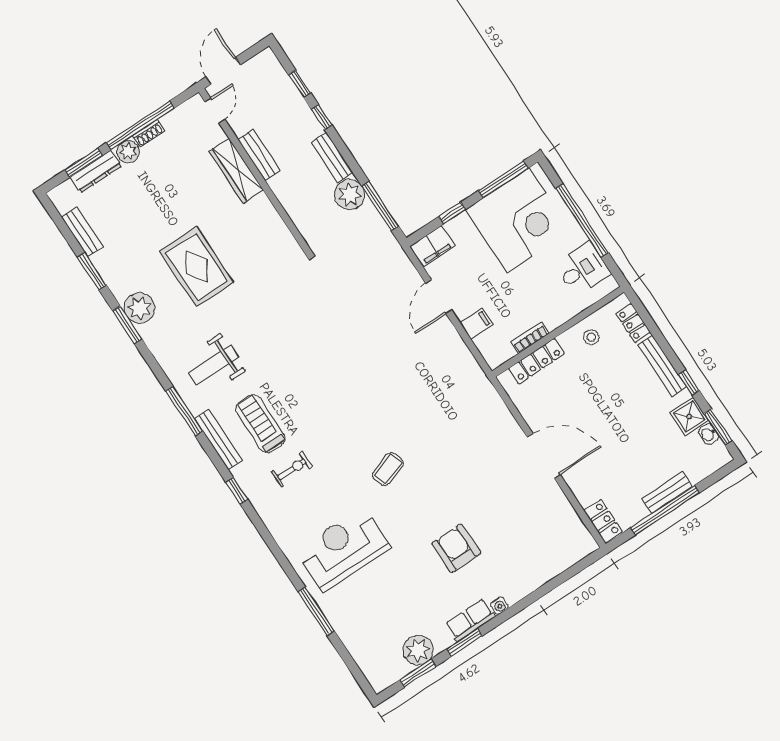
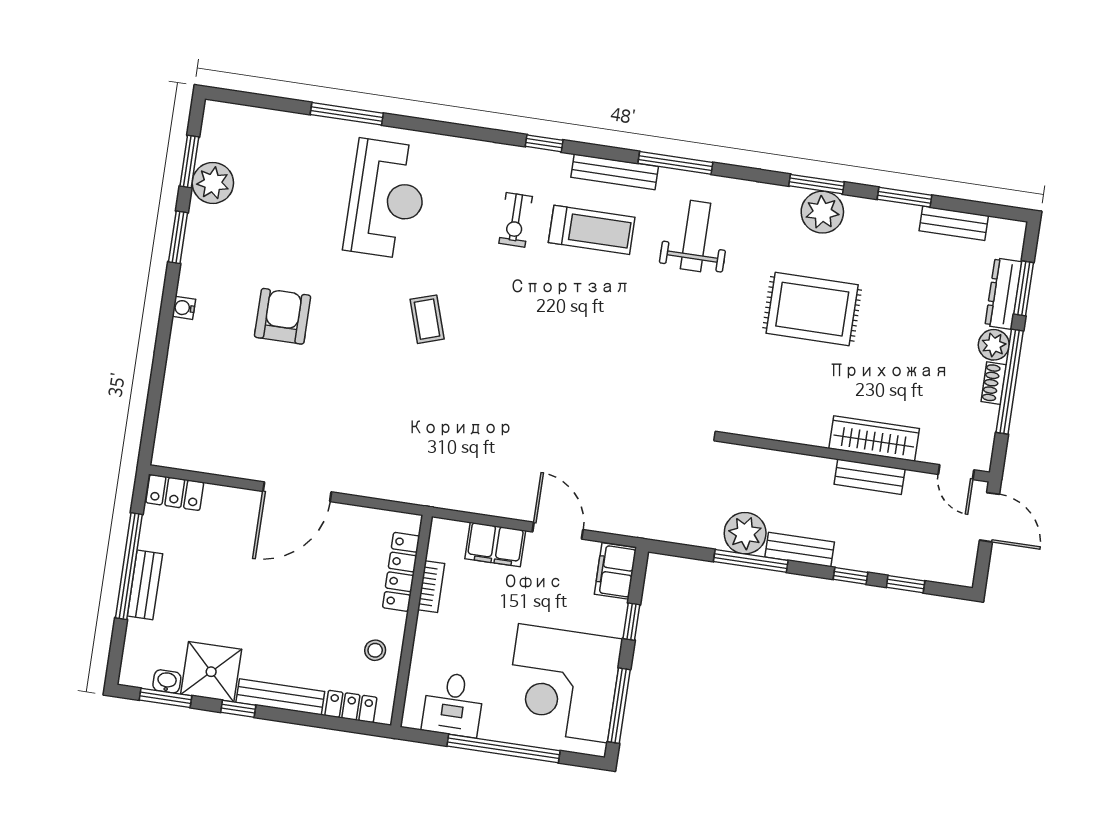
window: (380, 206) -> (751, 561), moved
filing cabinet: (476, 324) -> (495, 545), width x2.00
shower: (689, 417) -> (211, 672), width x1.36, depth x1.36
armchair: (456, 548) -> (283, 316), turned -90
row of seats: (470, 620) -> (196, 264), removed

